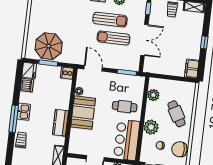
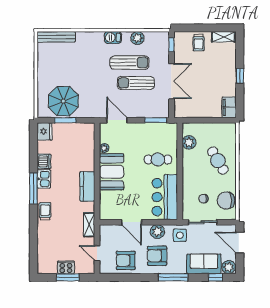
cooker: (67, 73) -> (88, 129), removed
dishwasher: (27, 85) -> (44, 161), moved
plant: (151, 127) -> (191, 179), removed

